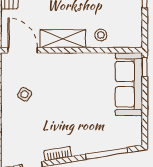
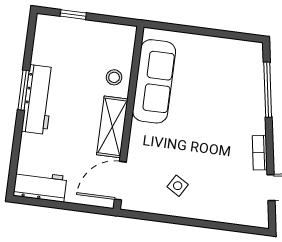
window: (145, 67) -> (163, 26), removed
sofa: (129, 84) -> (154, 81), moved, turned -90

